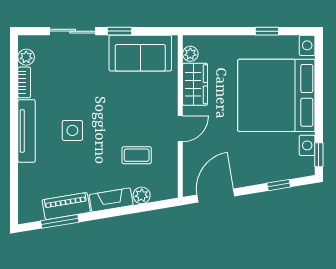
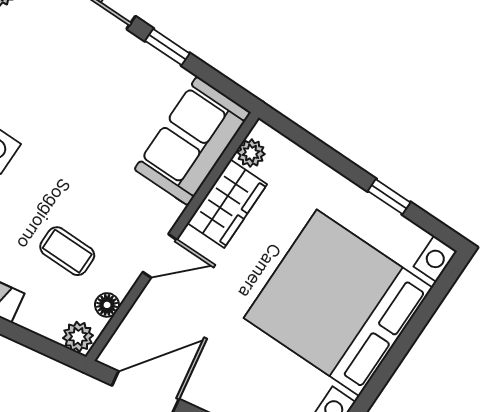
sofa: (140, 53) -> (193, 141), moved, turned 90
floor lamp: (171, 168) -> (107, 305), added
plant: (142, 195) -> (78, 337), moved

